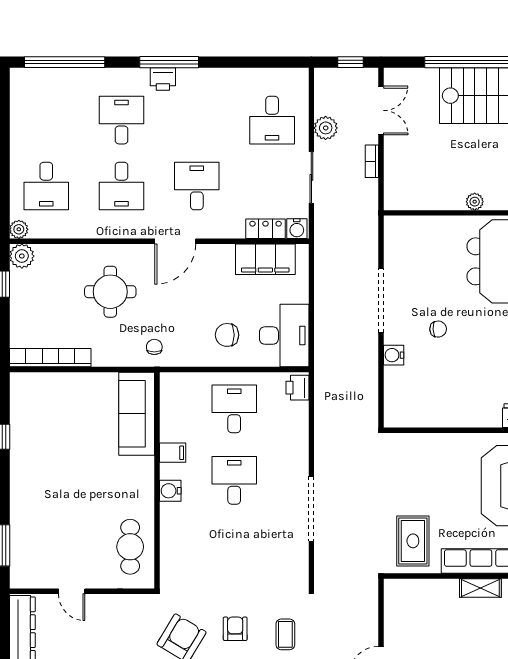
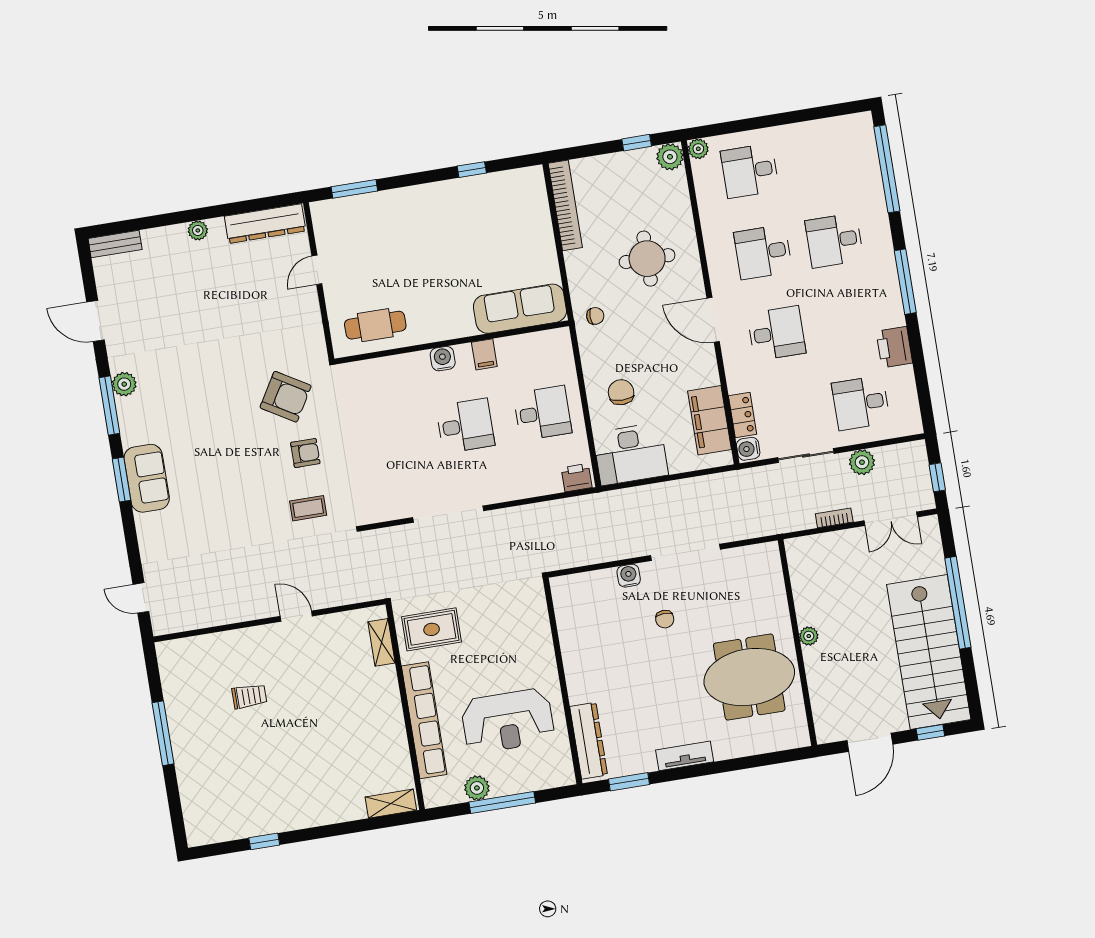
printer: (163, 79) -> (894, 347), moved, width x1.36, depth x1.24
desk: (122, 120) -> (834, 240), turned 180
shelving: (480, 588) -> (382, 642), moved

